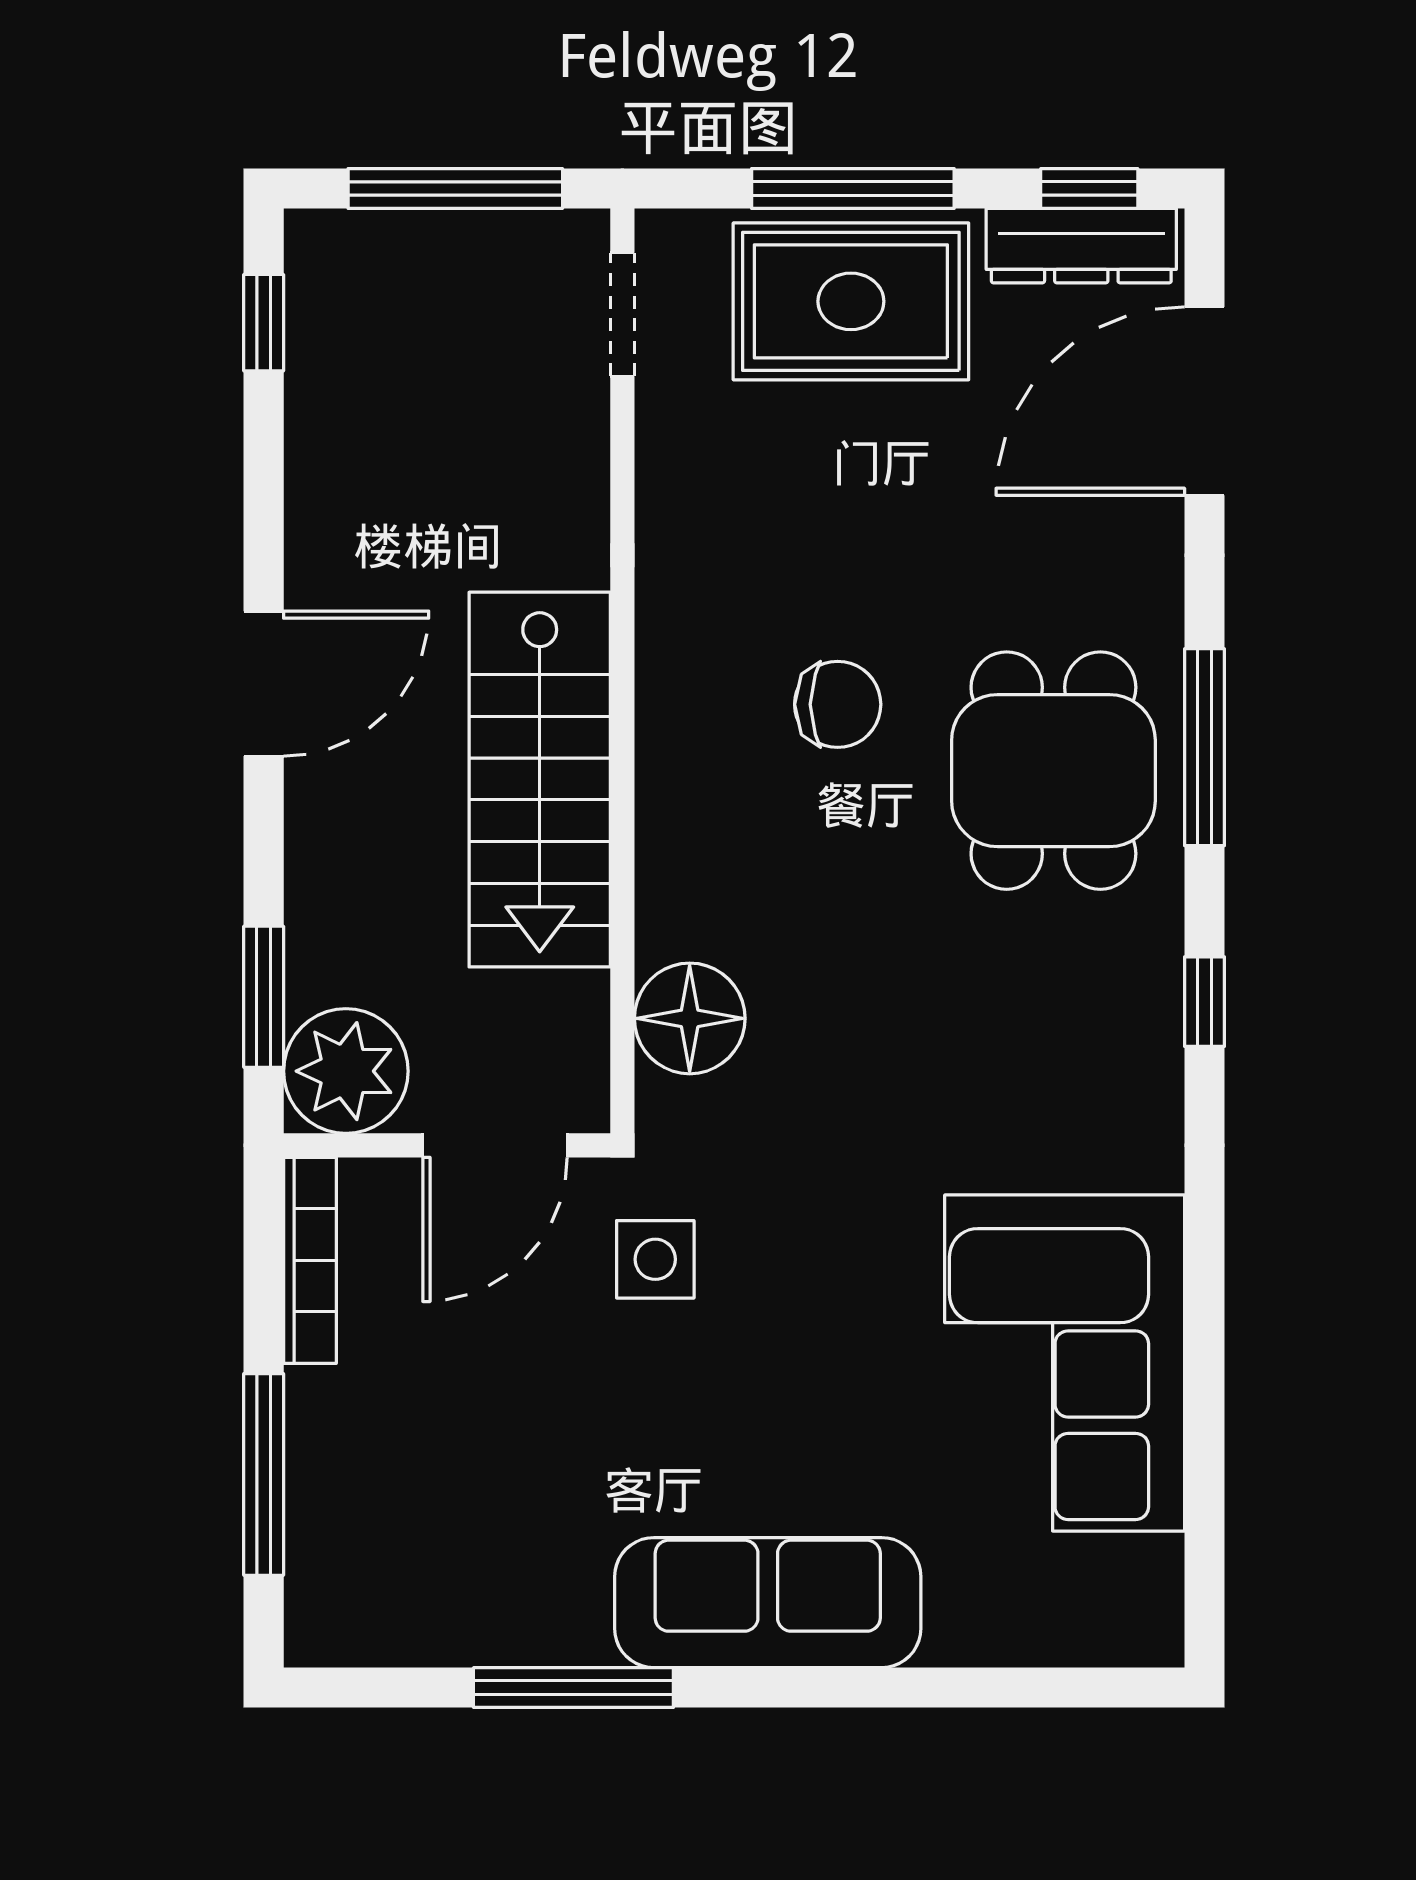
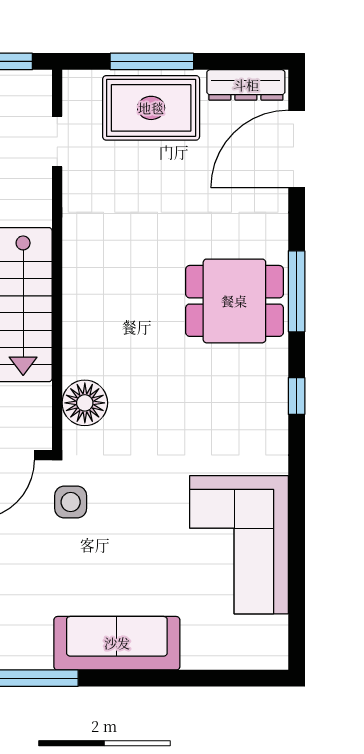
window: (1089, 188) -> (249, 61), removed
doorway: (622, 314) -> (57, 141), moved
chair: (838, 704) -> (146, 274), removed
dining table: (1053, 771) -> (234, 301), turned 90

